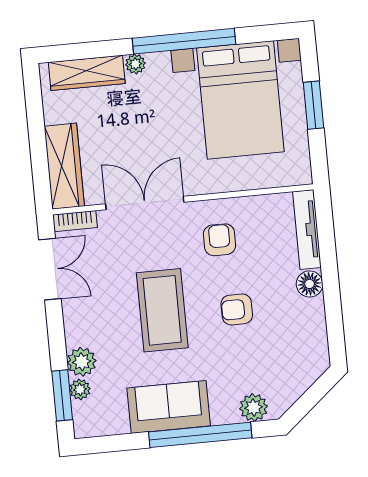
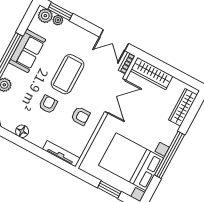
plant: (135, 64) -> (173, 129), removed
floor lamp: (310, 284) -> (22, 131), moved
coffee table: (162, 310) -> (68, 74), turned 90
plant: (82, 362) -> (45, 16), moved

